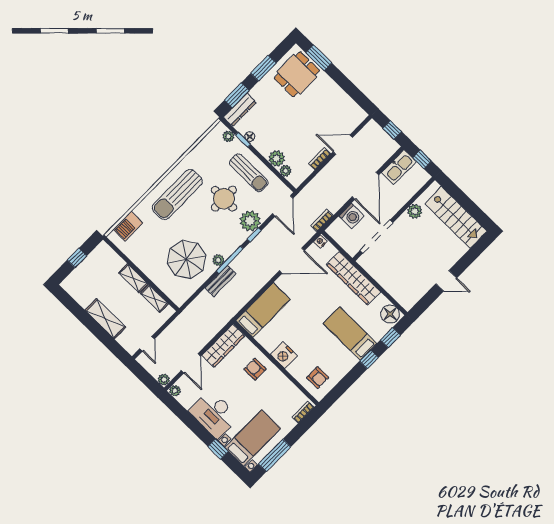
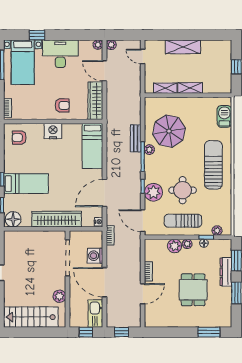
dining table: (297, 74) -> (193, 290), moved
dresser: (240, 110) -> (226, 272), moved
plant: (286, 171) -> (187, 244), moved

